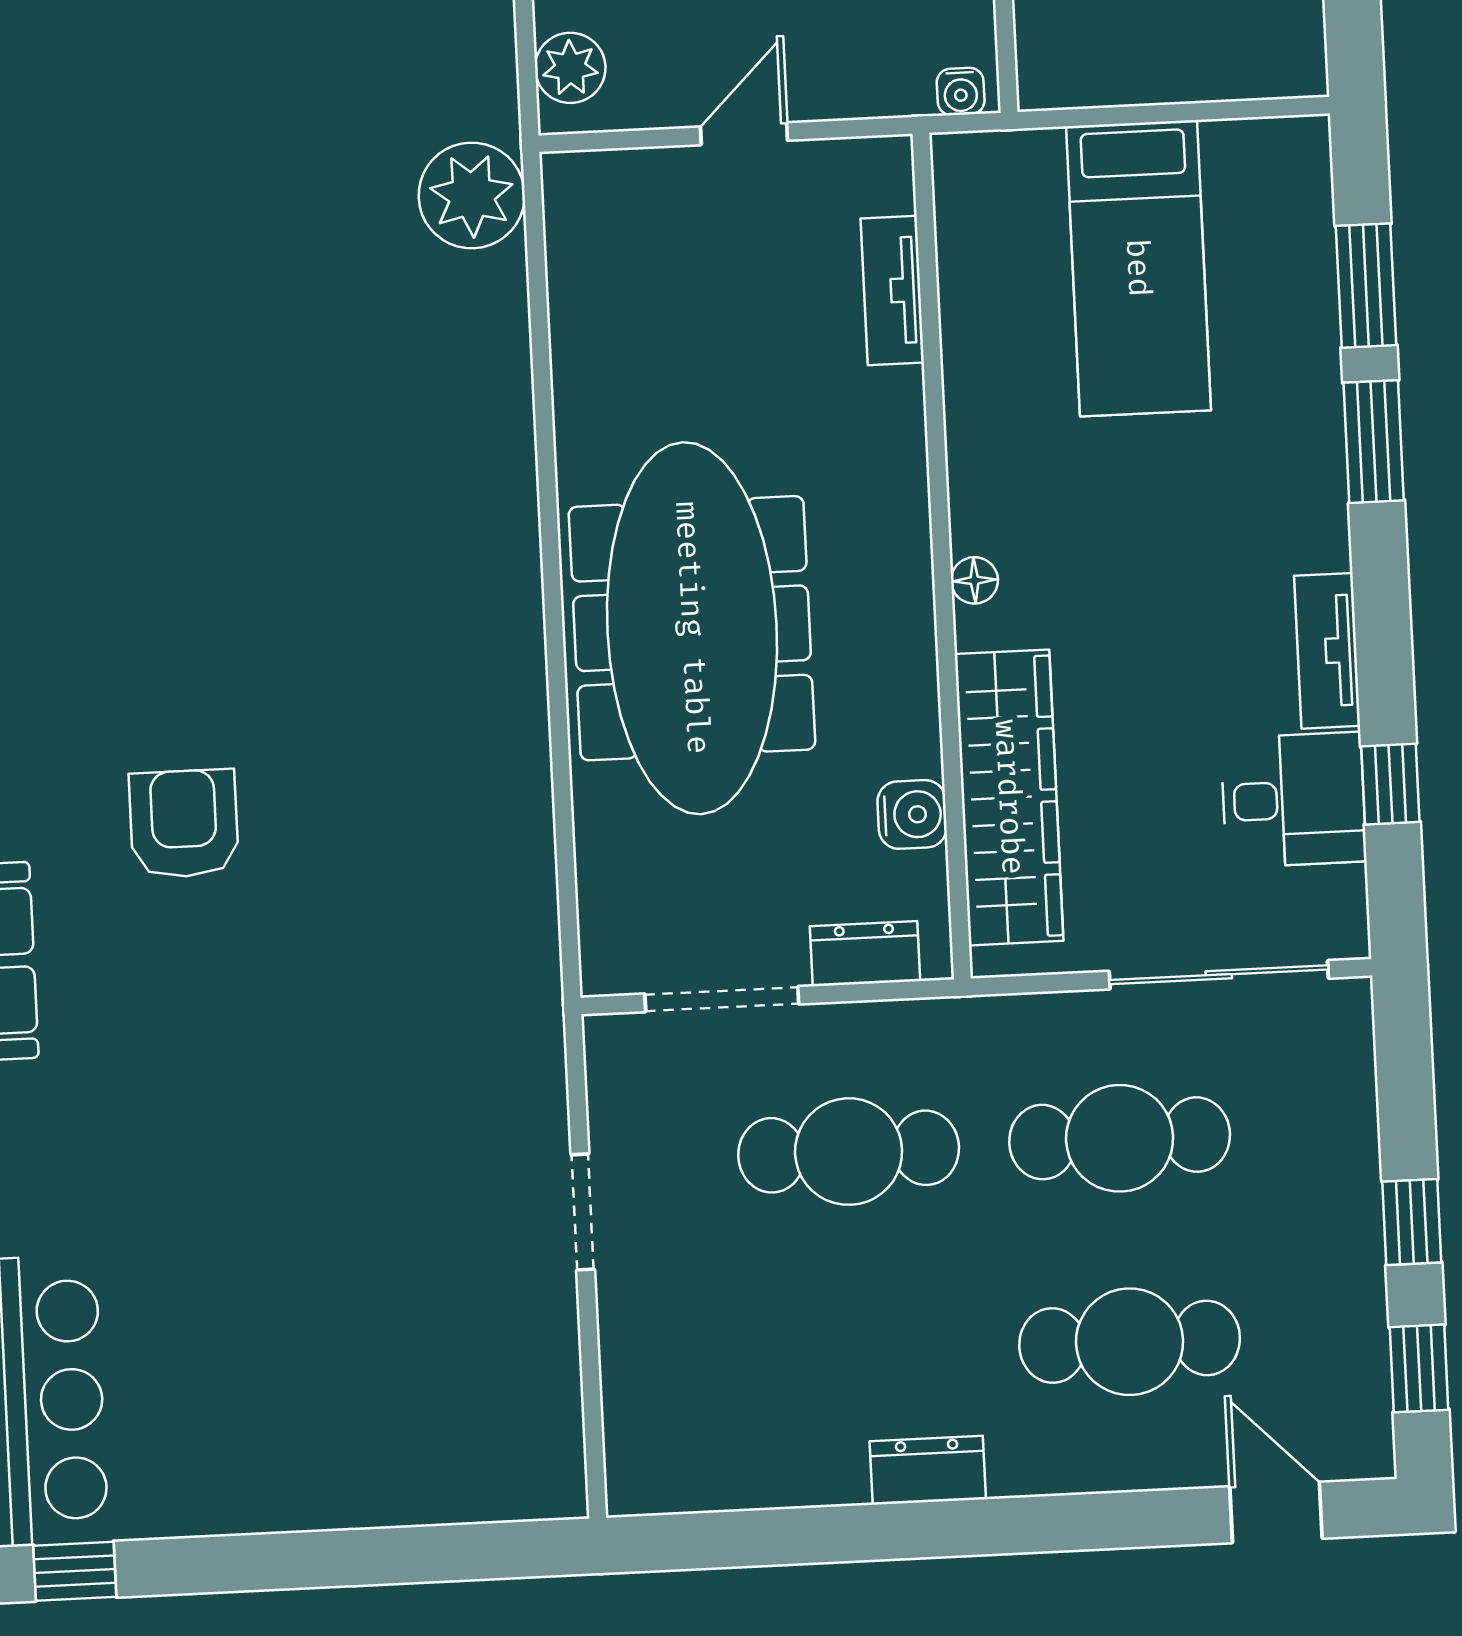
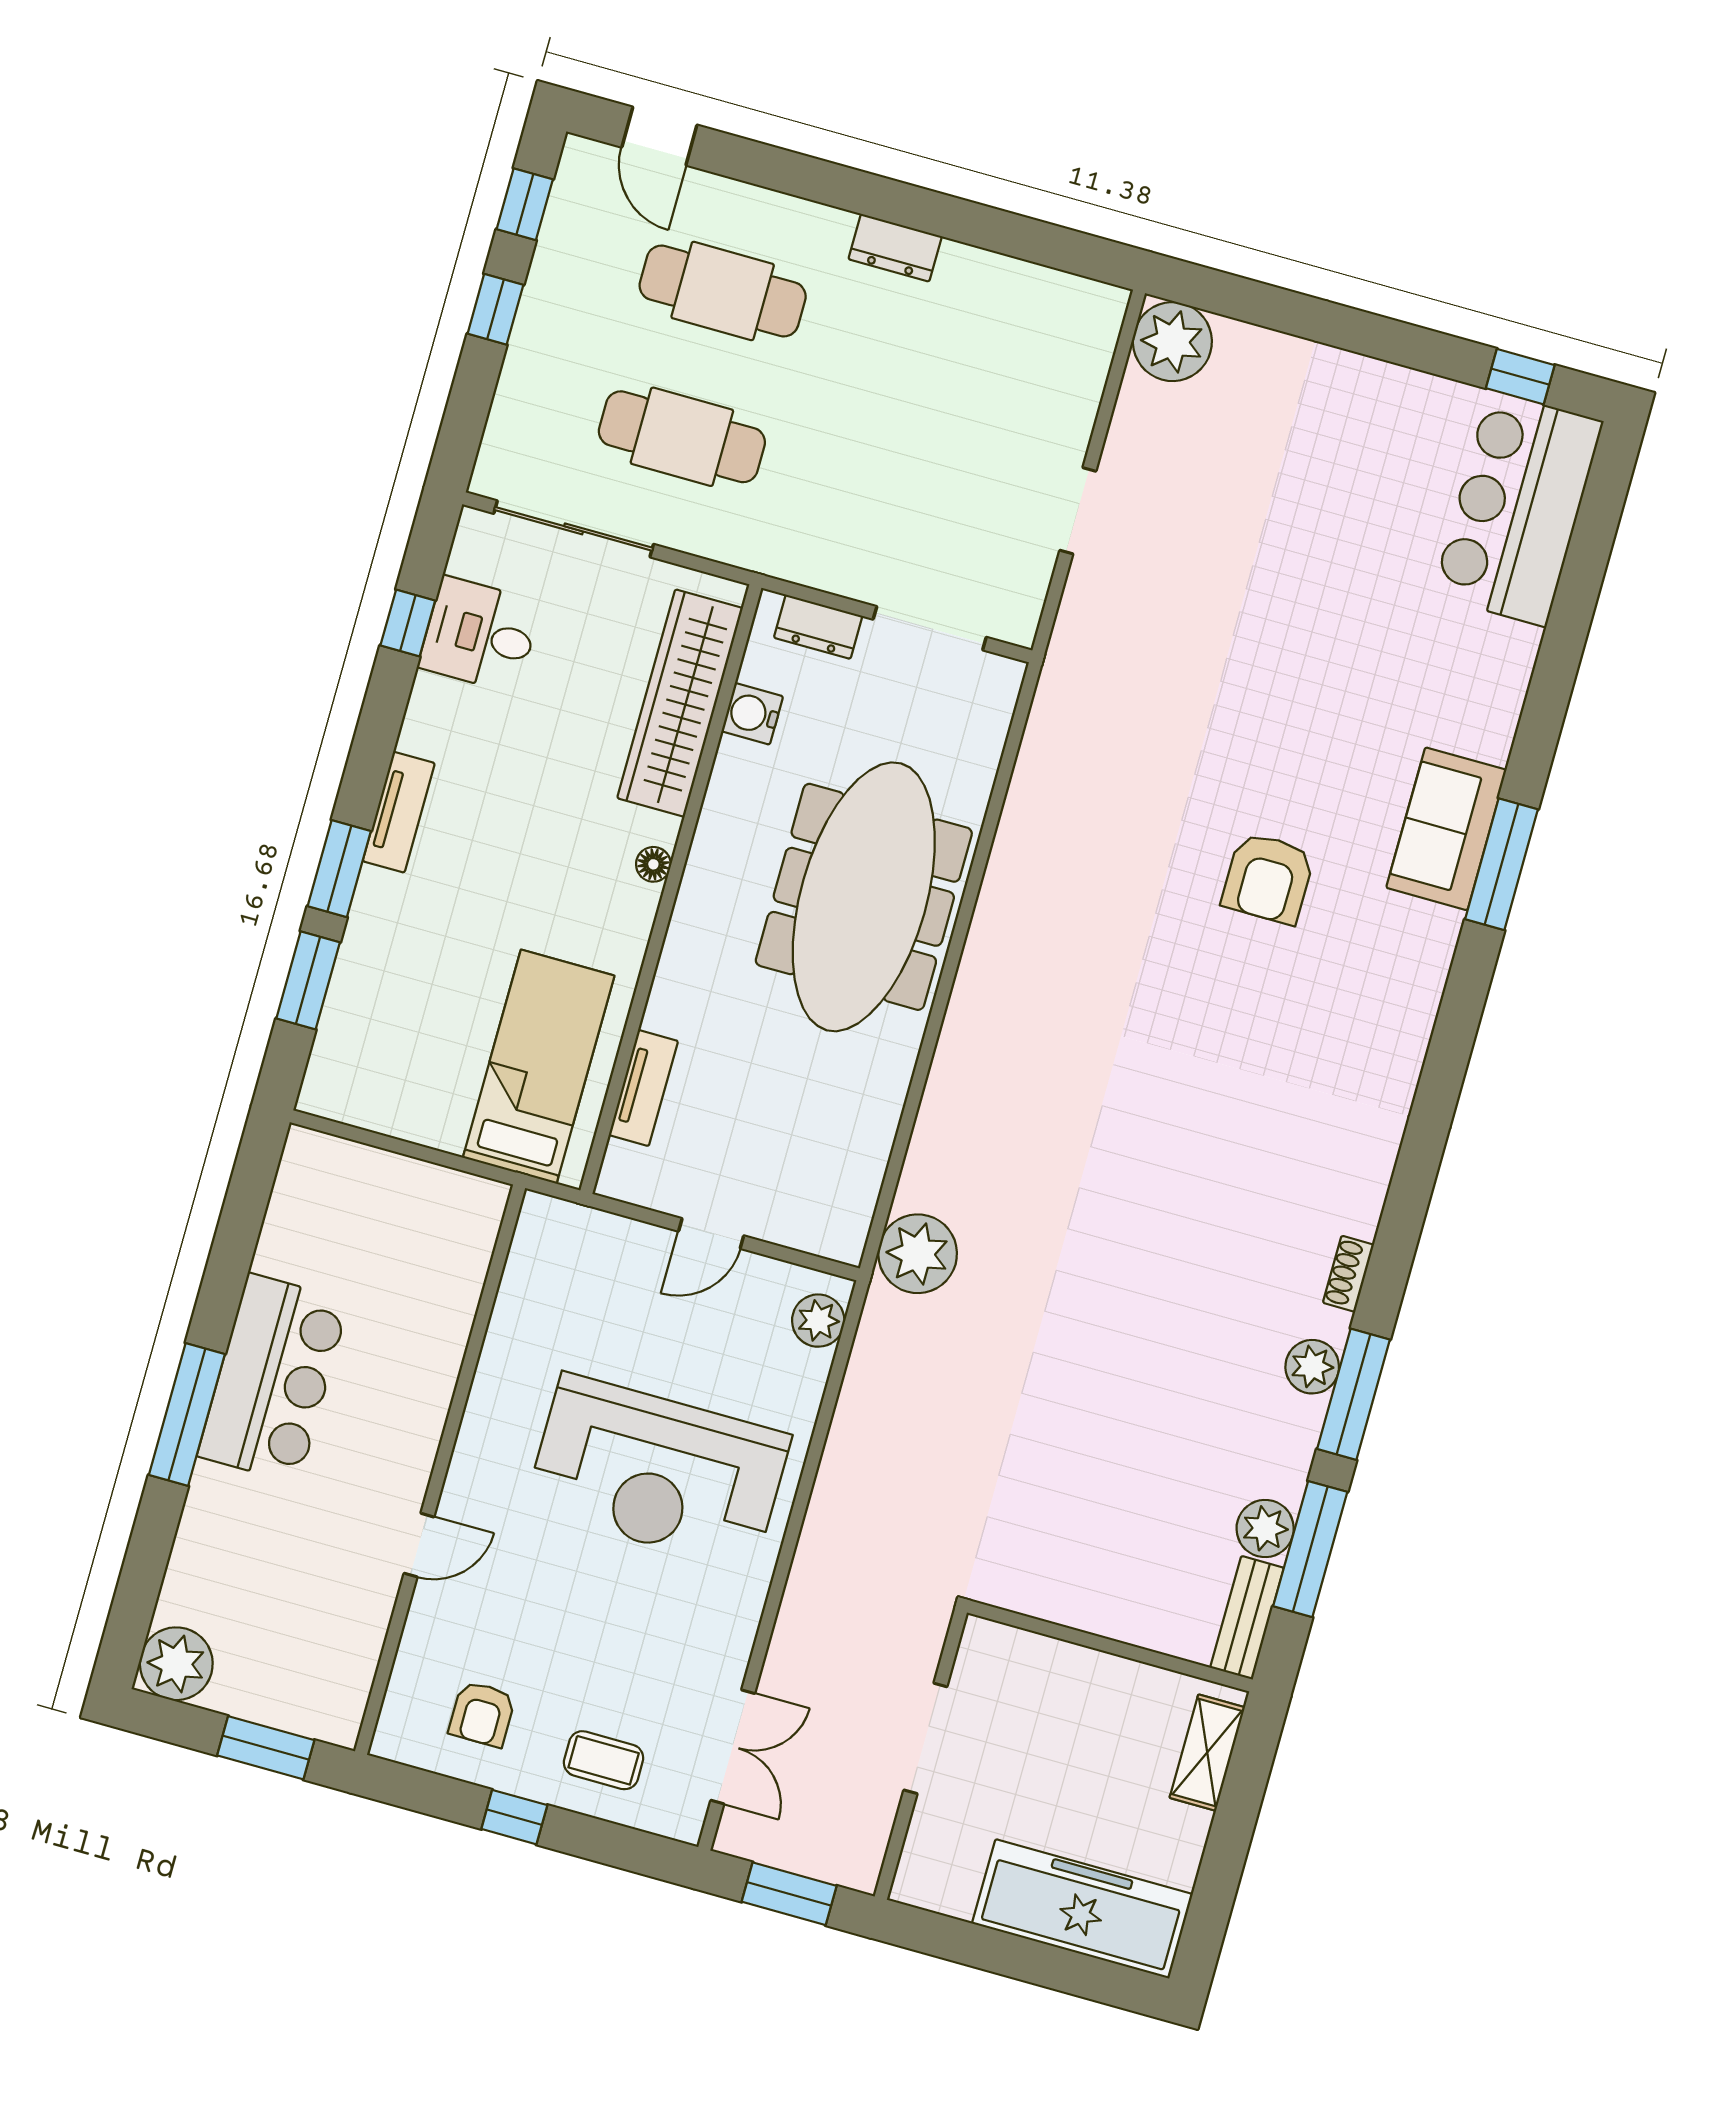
water cooler: (961, 91) -> (548, 1212), removed
bed: (1138, 268) -> (539, 1067), moved
tv unit: (1327, 651) -> (399, 812), moved
cafe table: (849, 1152) -> (876, 491), removed
plant: (534, 1468) -> (1172, 342), added

